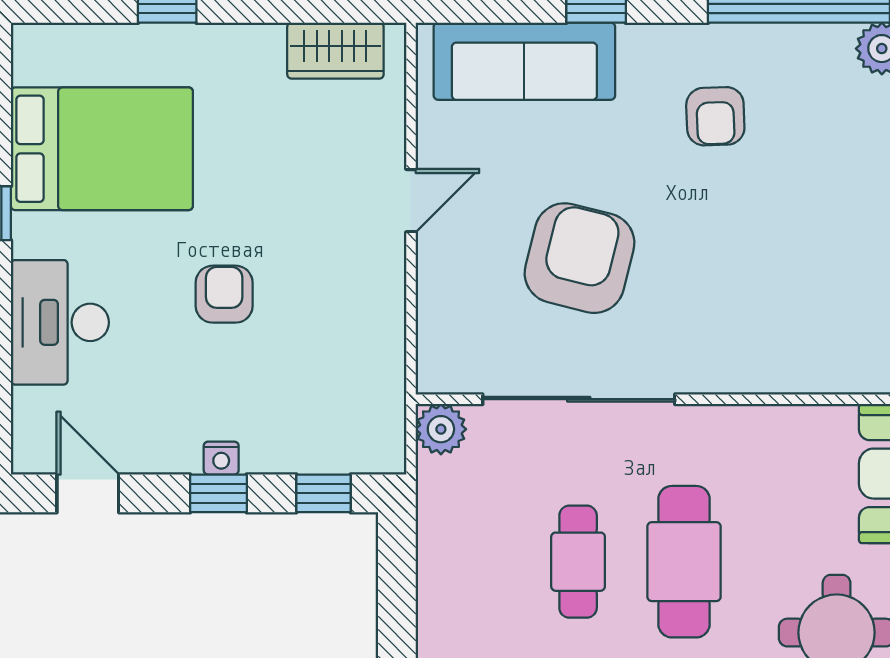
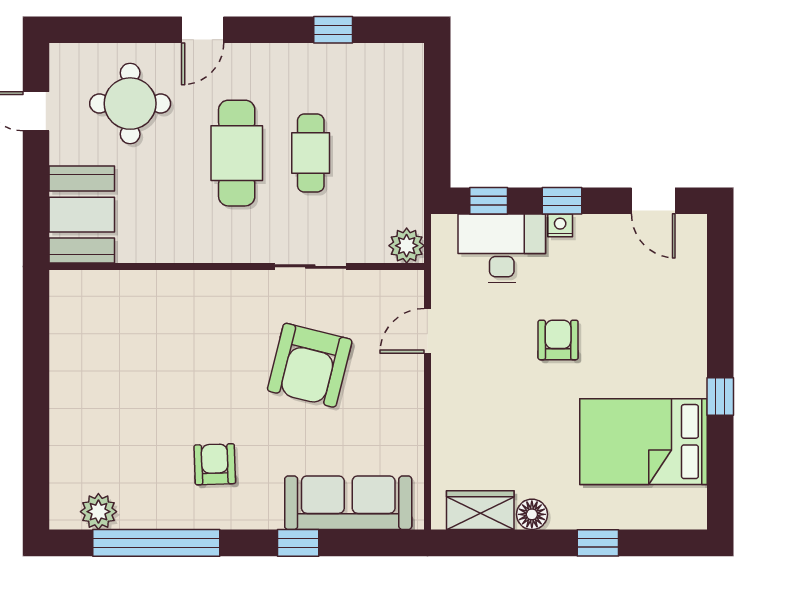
floor lamp: (262, 45) -> (532, 514), added
door: (411, 201) -> (427, 331), moved
armchair: (224, 294) -> (558, 340), turned 180
desk: (60, 322) -> (502, 248), moved, turned -90
sliding door: (579, 399) -> (310, 267), width x0.54

